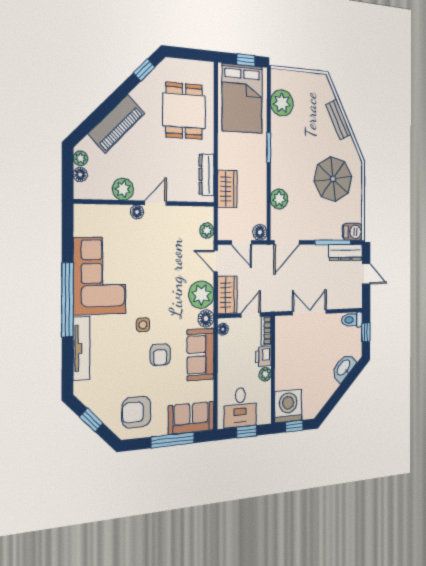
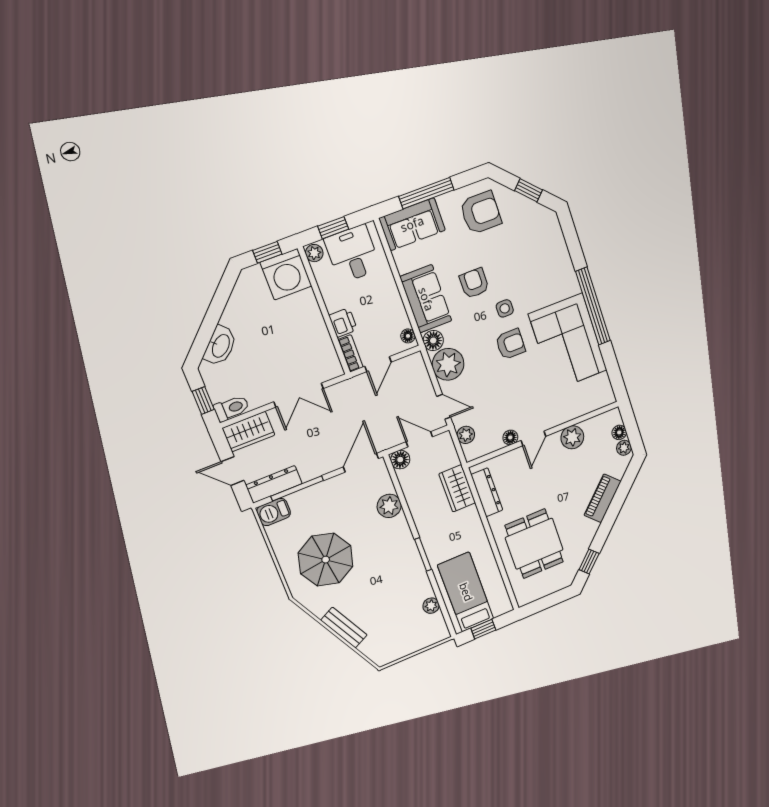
bed: (242, 99) -> (466, 592), width x0.67
plant: (282, 103) -> (431, 606), width x0.53, depth x0.53
piano: (116, 124) -> (603, 498), width x0.73, depth x0.75
floor lamp: (137, 212) -> (510, 437), moved
armchair: (148, 293) -> (510, 344), added
wardrobe: (227, 295) -> (249, 432), moved, turned -90
tv unit: (81, 348) -> (563, 262), removed
plant: (265, 374) -> (314, 253), moved

